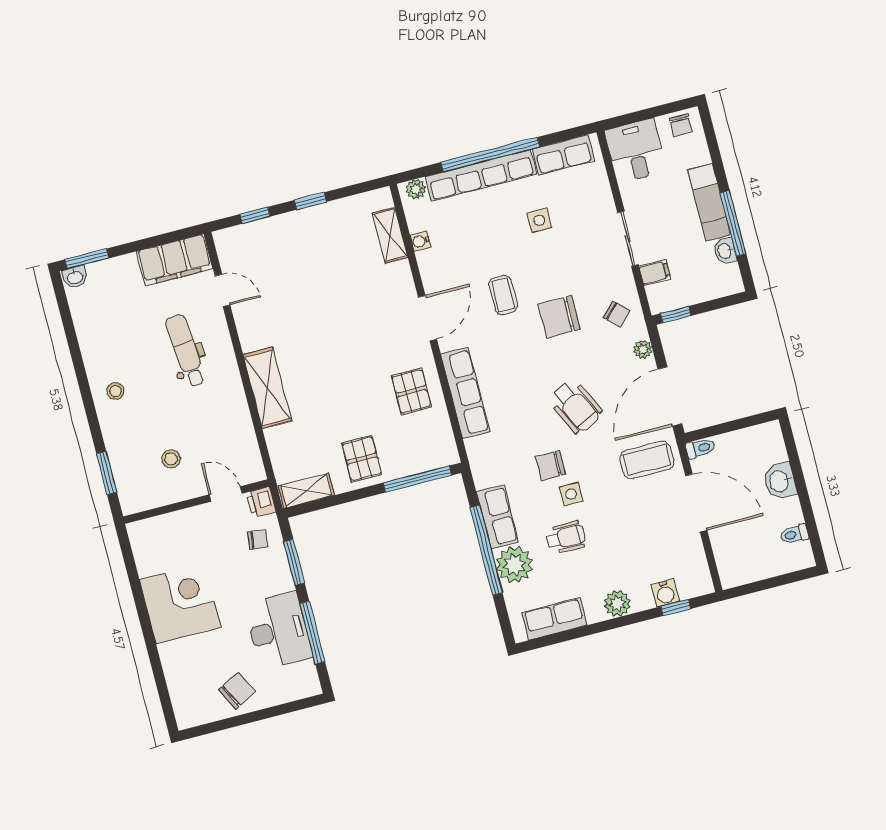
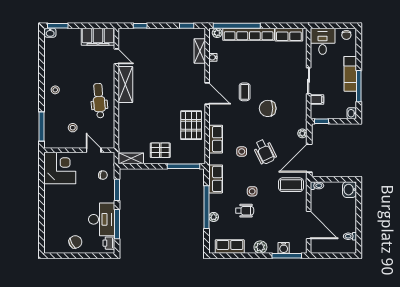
window: (490, 154) -> (237, 26), moved
window: (310, 201) -> (187, 26), moved
side table: (539, 220) -> (242, 152), moved
washbasin: (725, 251) -> (352, 113), moved
chair: (616, 314) -> (294, 114), removed
door: (427, 318) -> (207, 94), hinge flipped
dental chair: (186, 351) -> (99, 101), moved
shelving: (267, 388) -> (125, 85), moved
pallet: (411, 391) -> (191, 125), width x1.50, depth x1.42
row of seats: (465, 393) -> (216, 139), width x0.68
pallet: (362, 459) -> (160, 150), turned 90
chair: (550, 466) -> (246, 176), removed
window: (107, 473) -> (41, 127), width x1.44
washbasin: (780, 481) -> (350, 190), moved
printer: (261, 502) -> (109, 243), moved
door: (696, 503) -> (309, 225), moved
row of seats: (497, 517) -> (216, 179), moved
plant: (514, 565) -> (214, 217), width x0.53, depth x0.53
corner desk: (180, 603) -> (60, 168), moved
window: (676, 608) -> (287, 256), width x2.17

